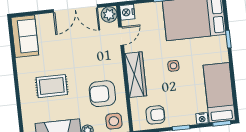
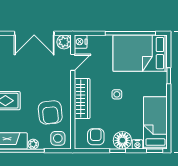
armchair: (102, 94) -> (50, 112), turned -96
armchair: (155, 115) -> (96, 137), turned -90
floor lamp: (185, 116) -> (122, 140), added

